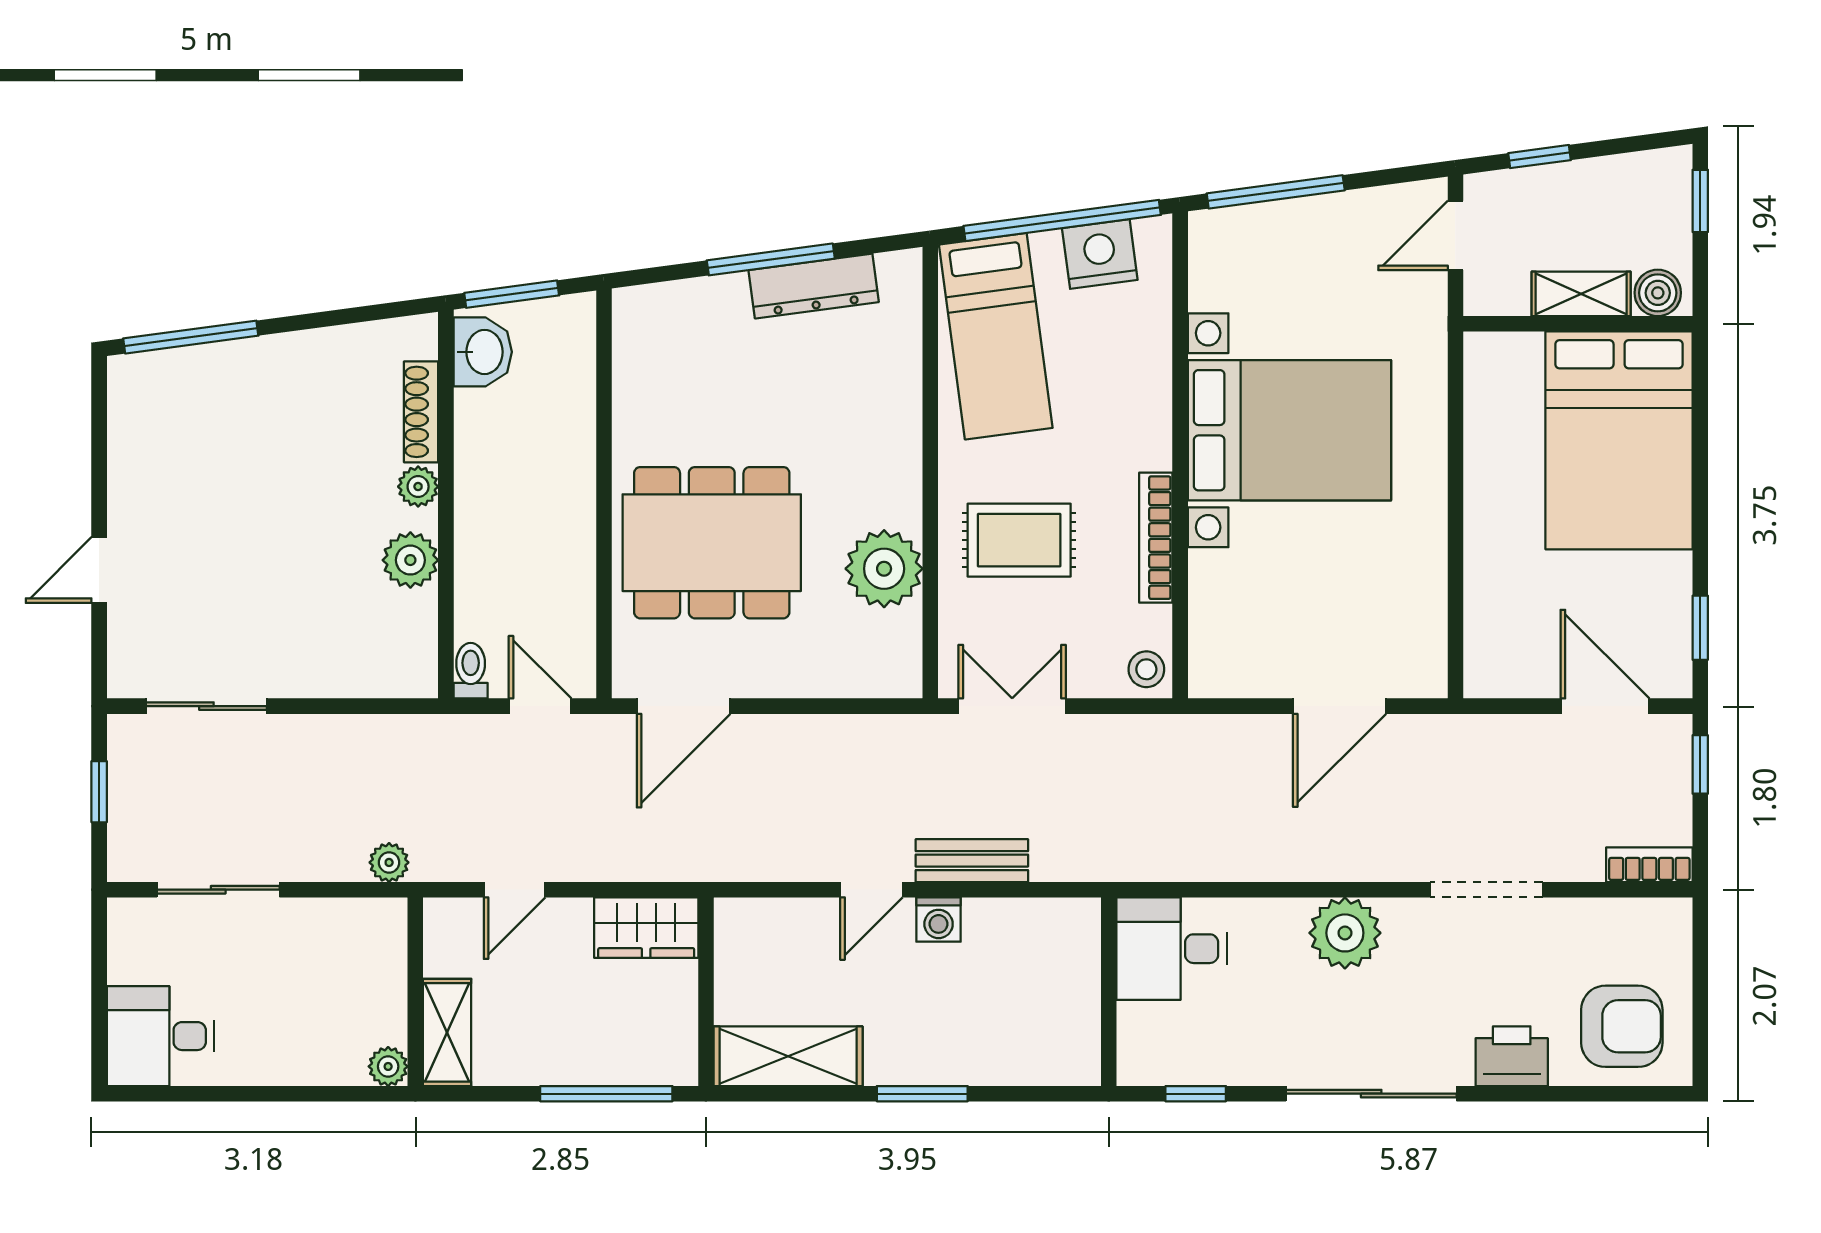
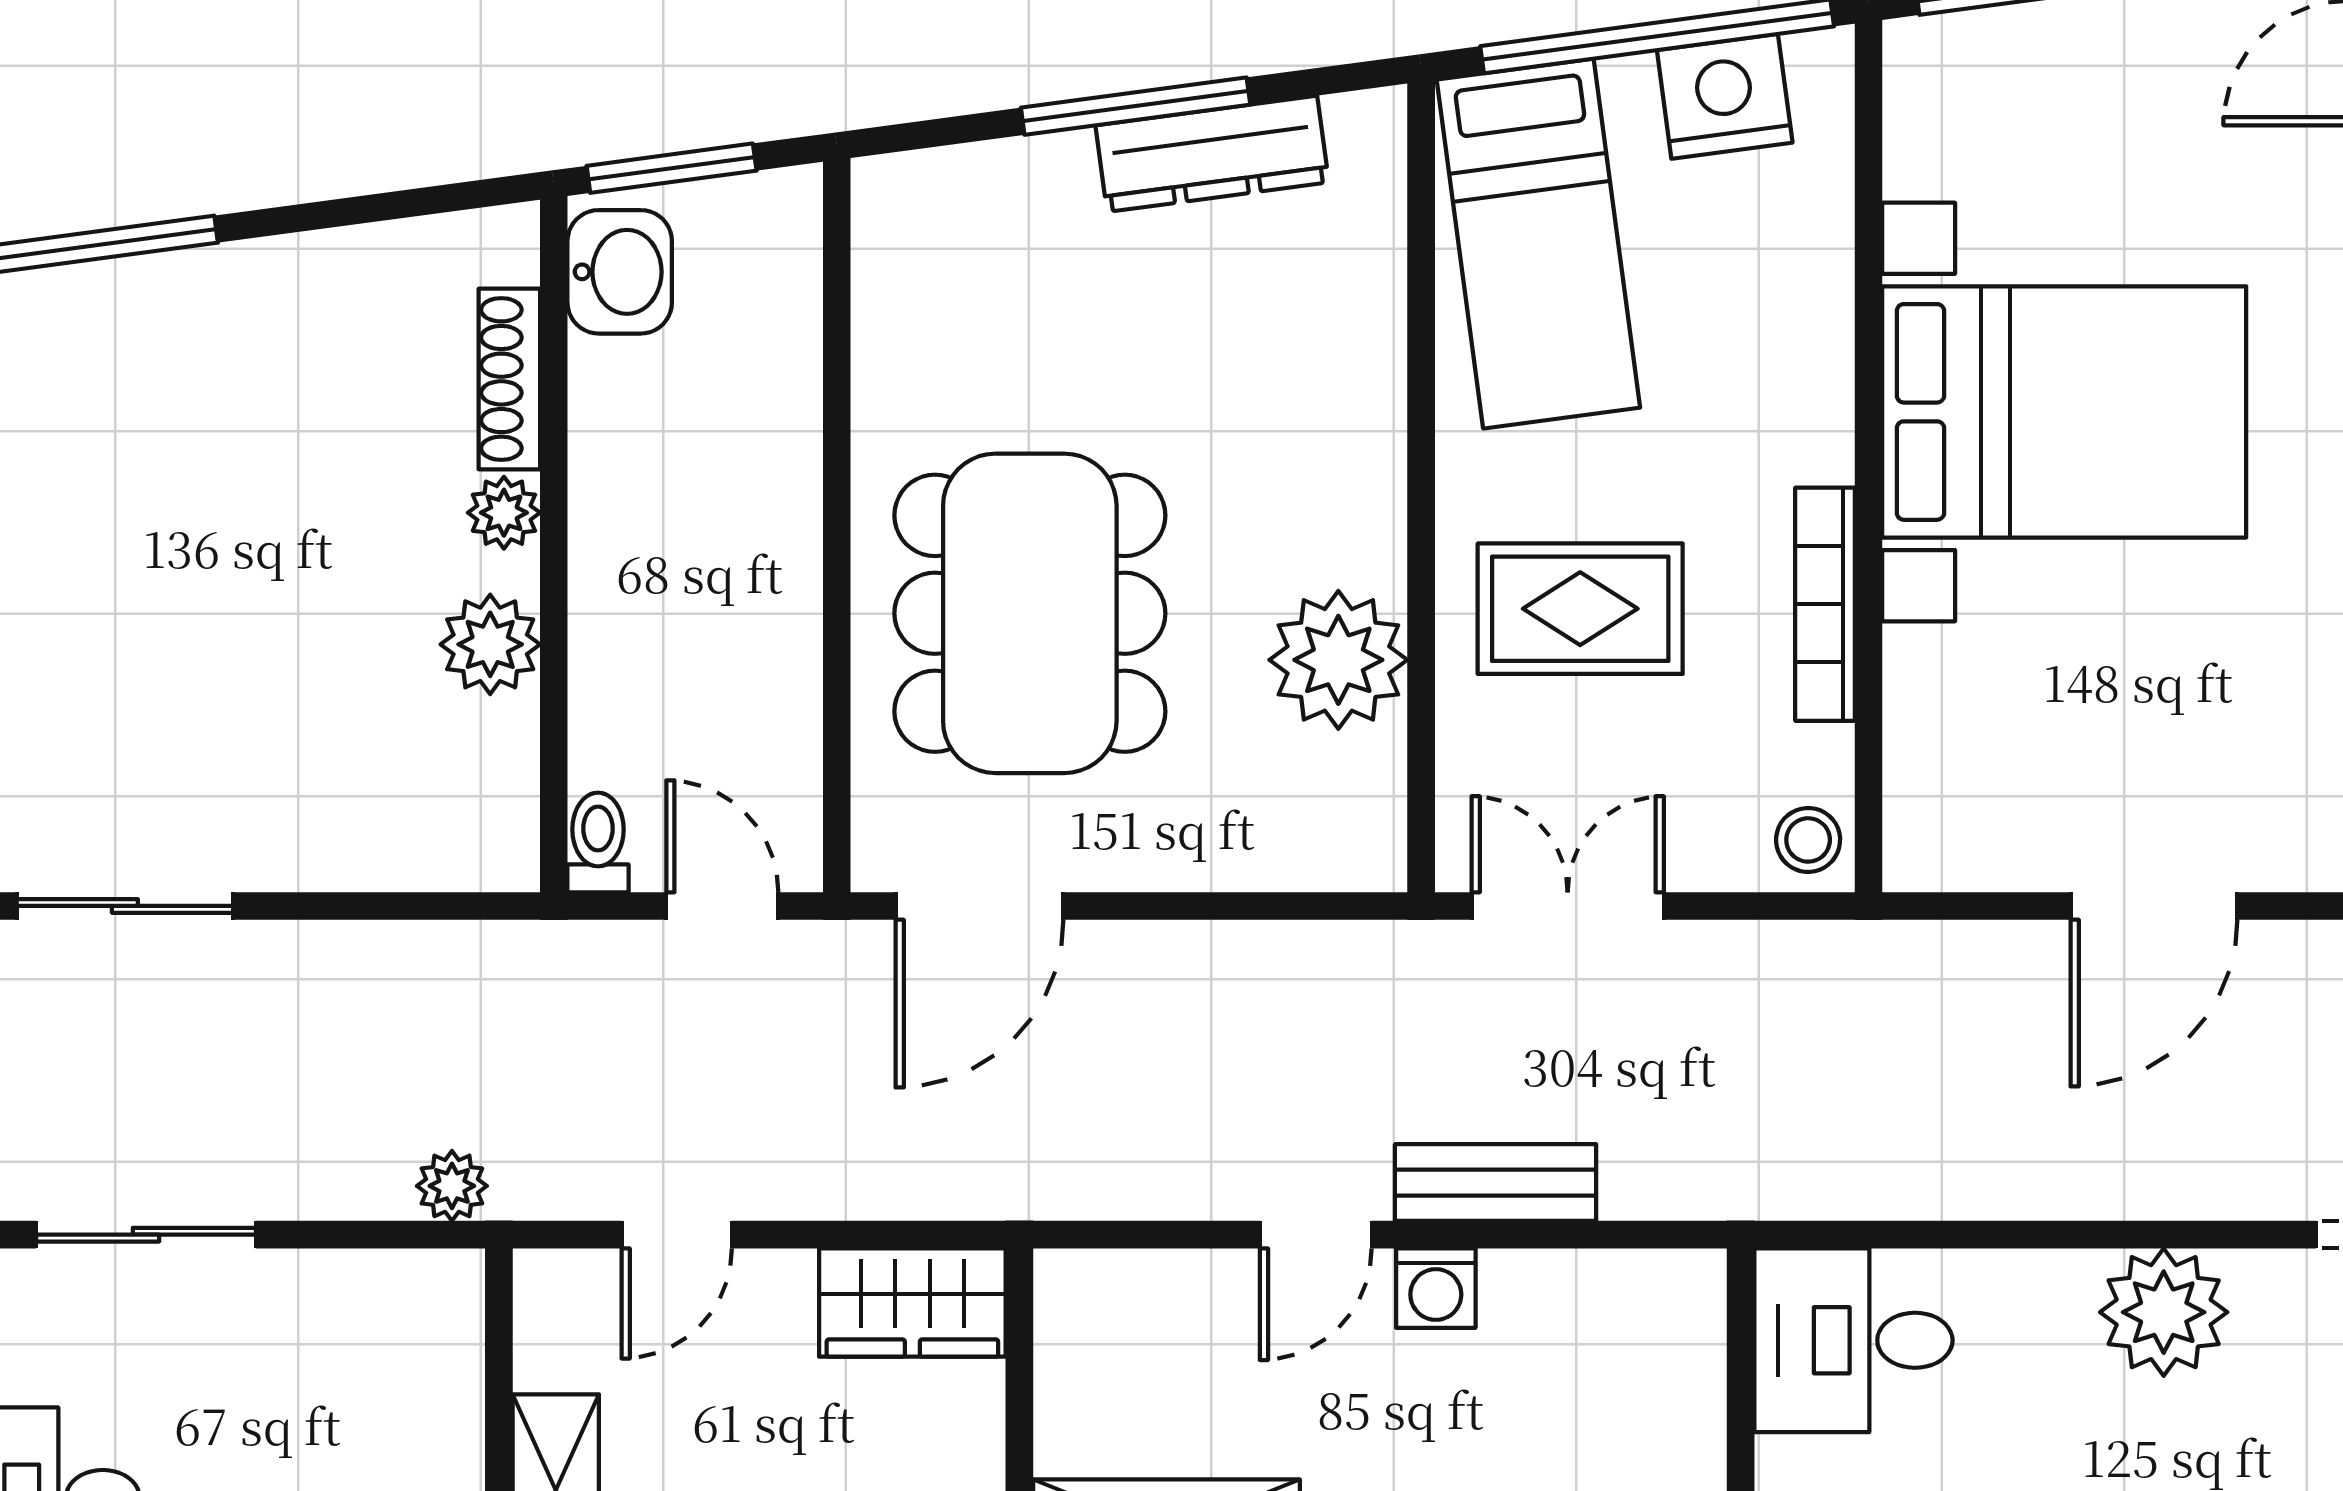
dining table: (712, 543) -> (1030, 613), turned 90

